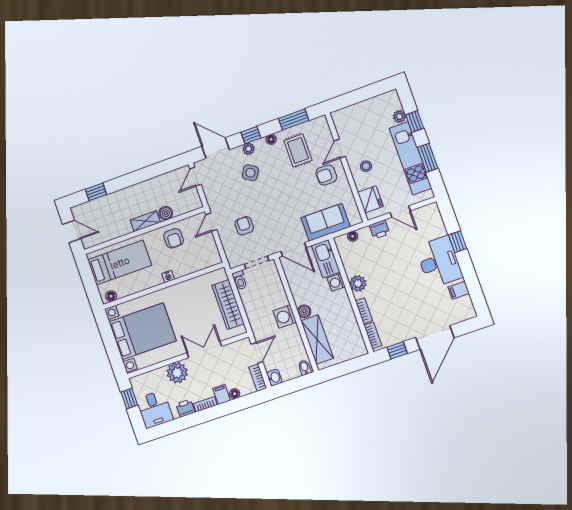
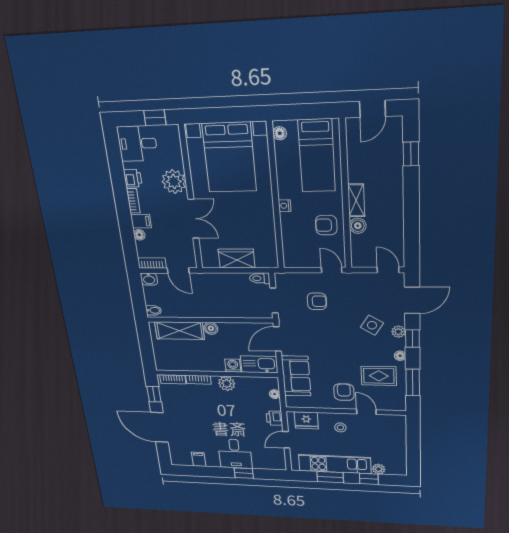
desk: (439, 262) -> (235, 454), width x0.73
wardrobe: (228, 305) -> (237, 258), width x0.67
washing machine: (285, 316) -> (210, 309), removed

